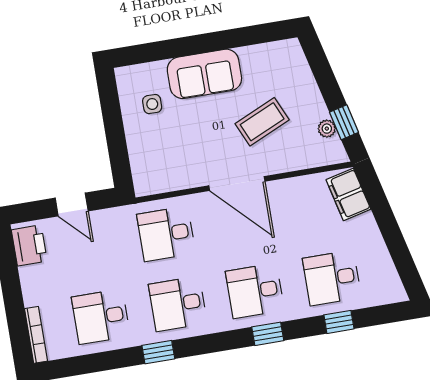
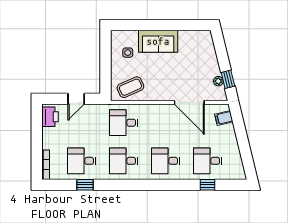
coffee table: (262, 122) -> (130, 87), moved
door: (237, 184) -> (189, 102), moved
filing cabinet: (348, 194) -> (224, 118), width x0.50
door: (72, 204) -> (76, 99), hinge flipped
window: (268, 334) -> (169, 185), removed
window: (158, 352) -> (85, 185), moved

